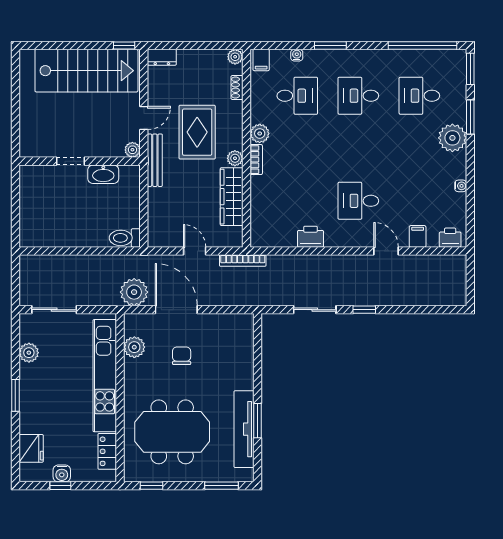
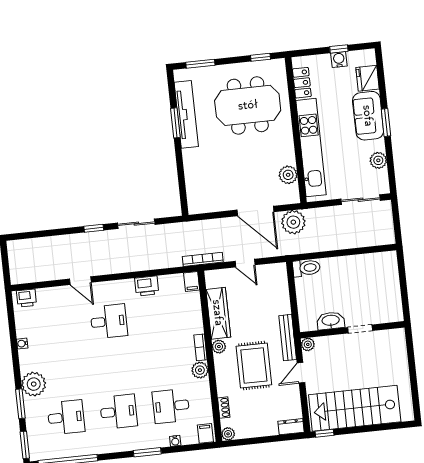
filing cabinet: (418, 236) -> (192, 281), moved
chair: (182, 356) -> (247, 172), removed
sofa: (35, 405) -> (368, 116), added

